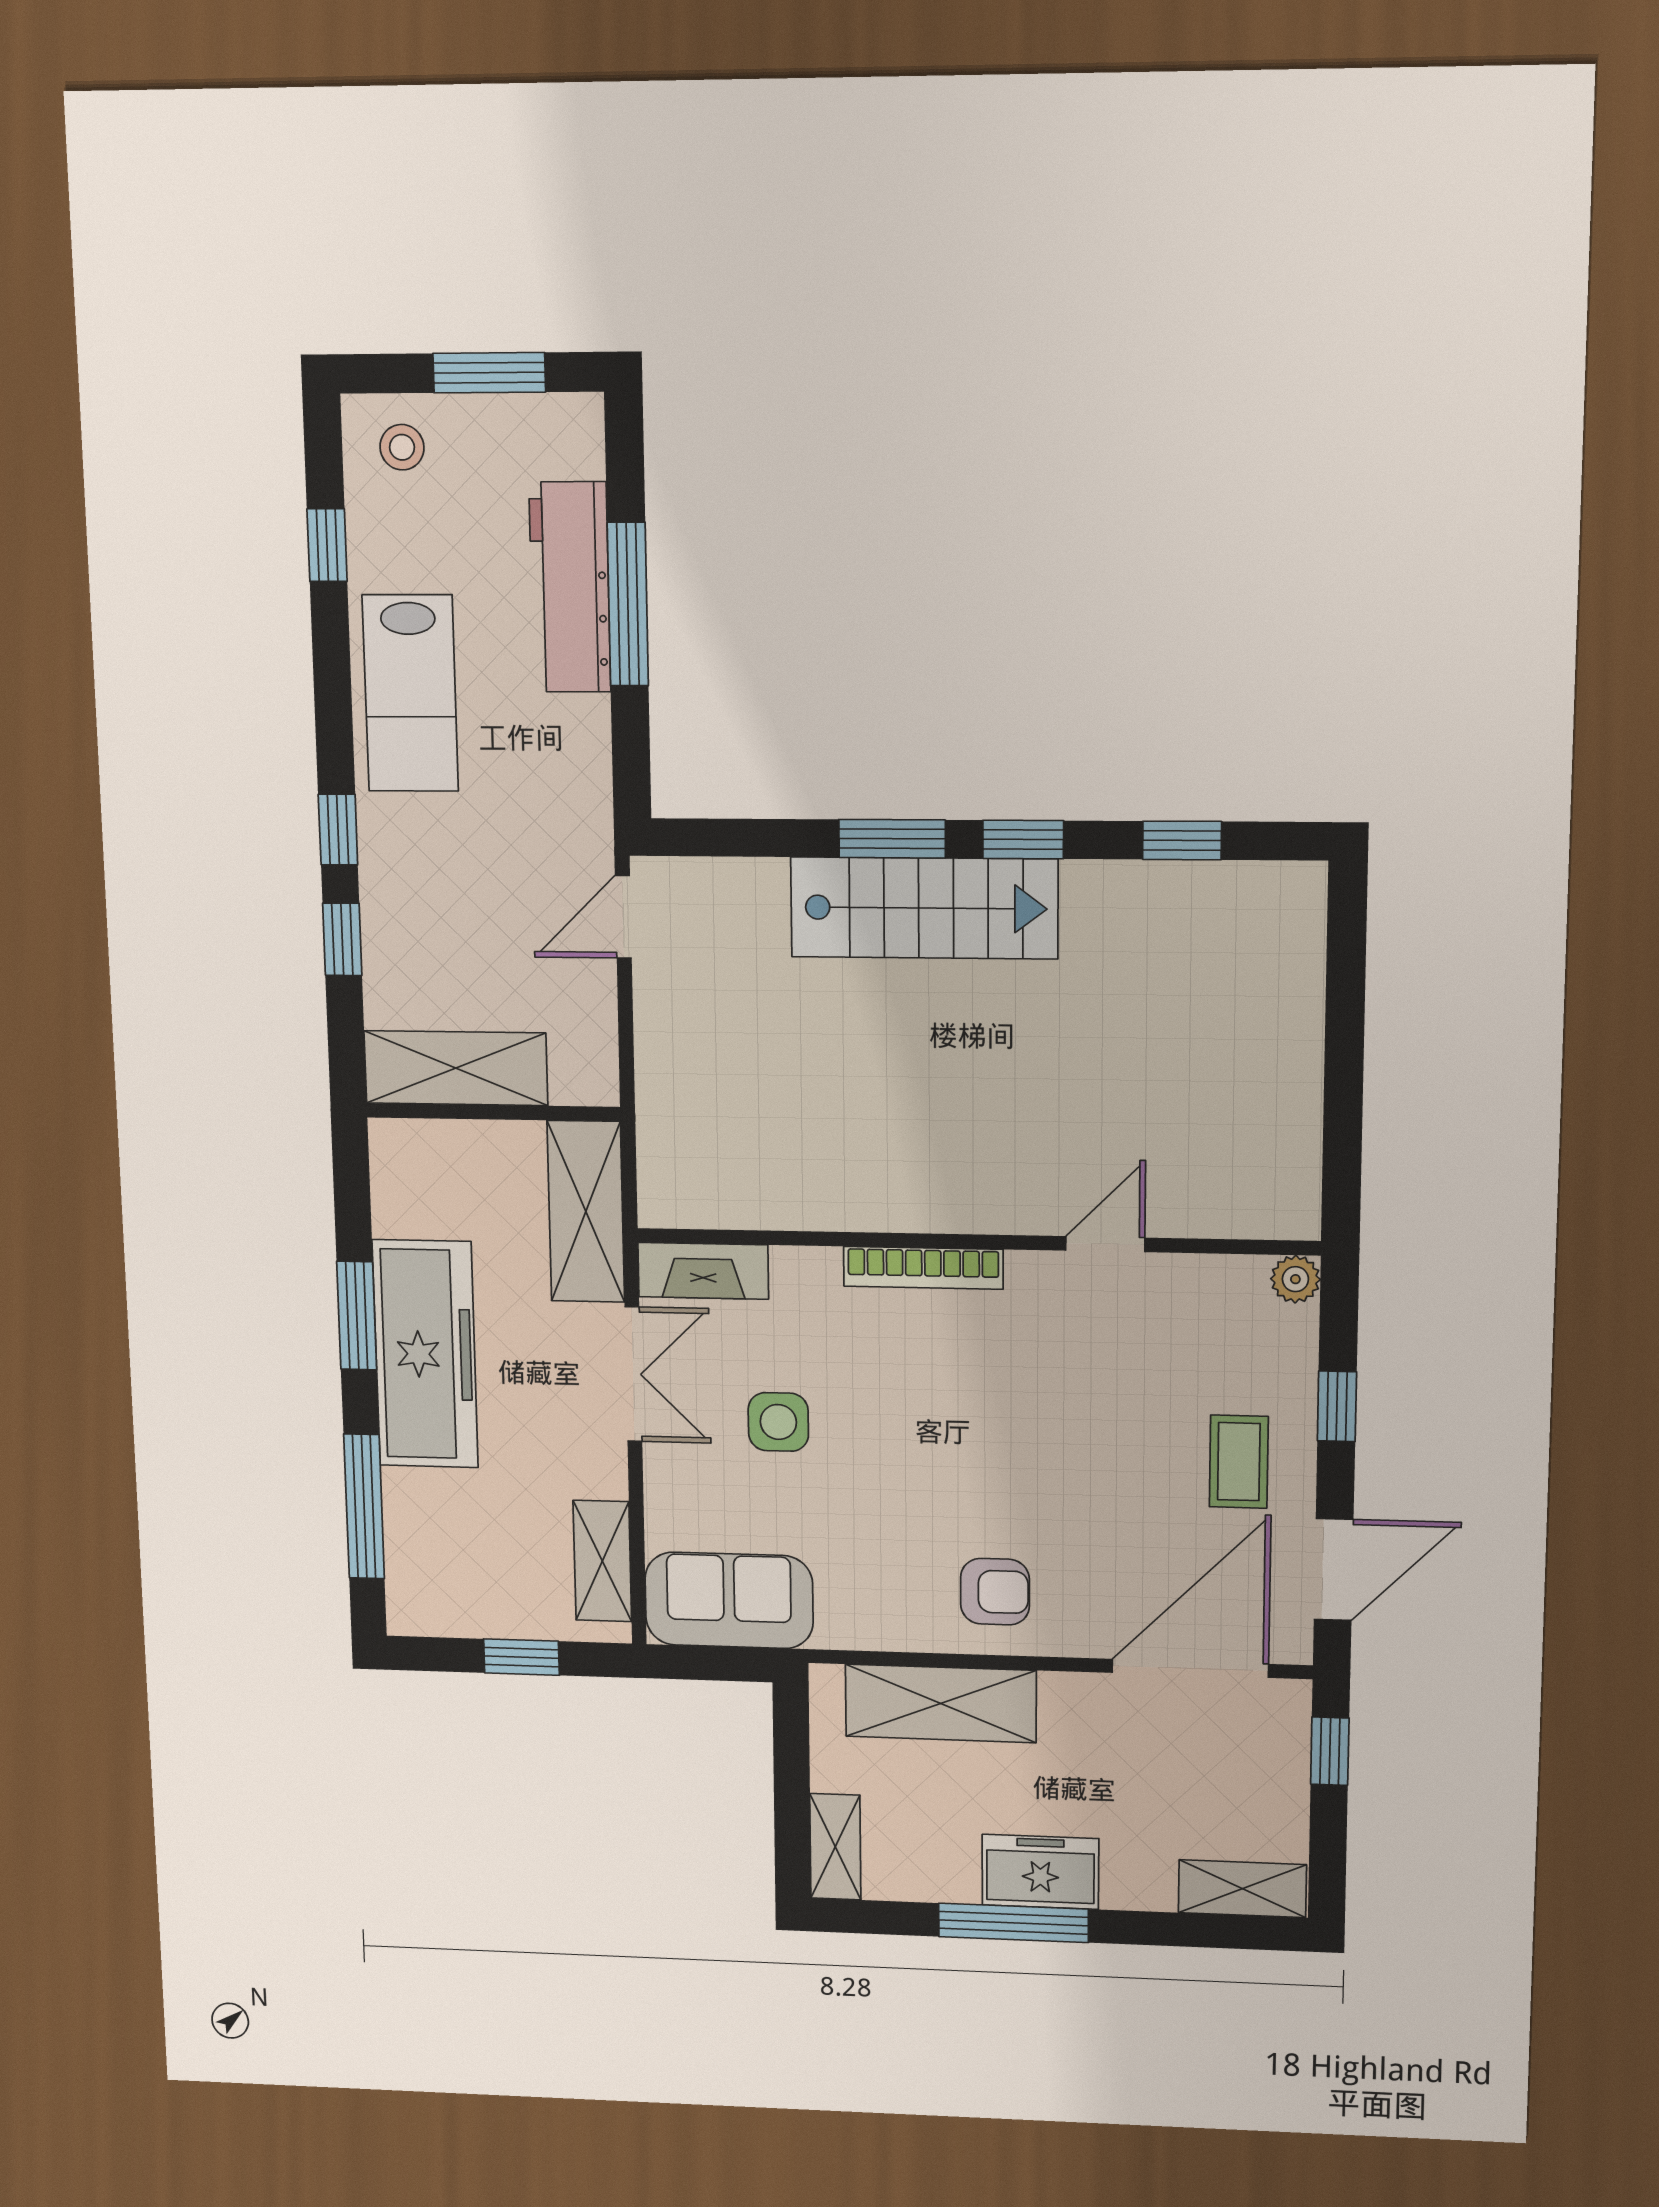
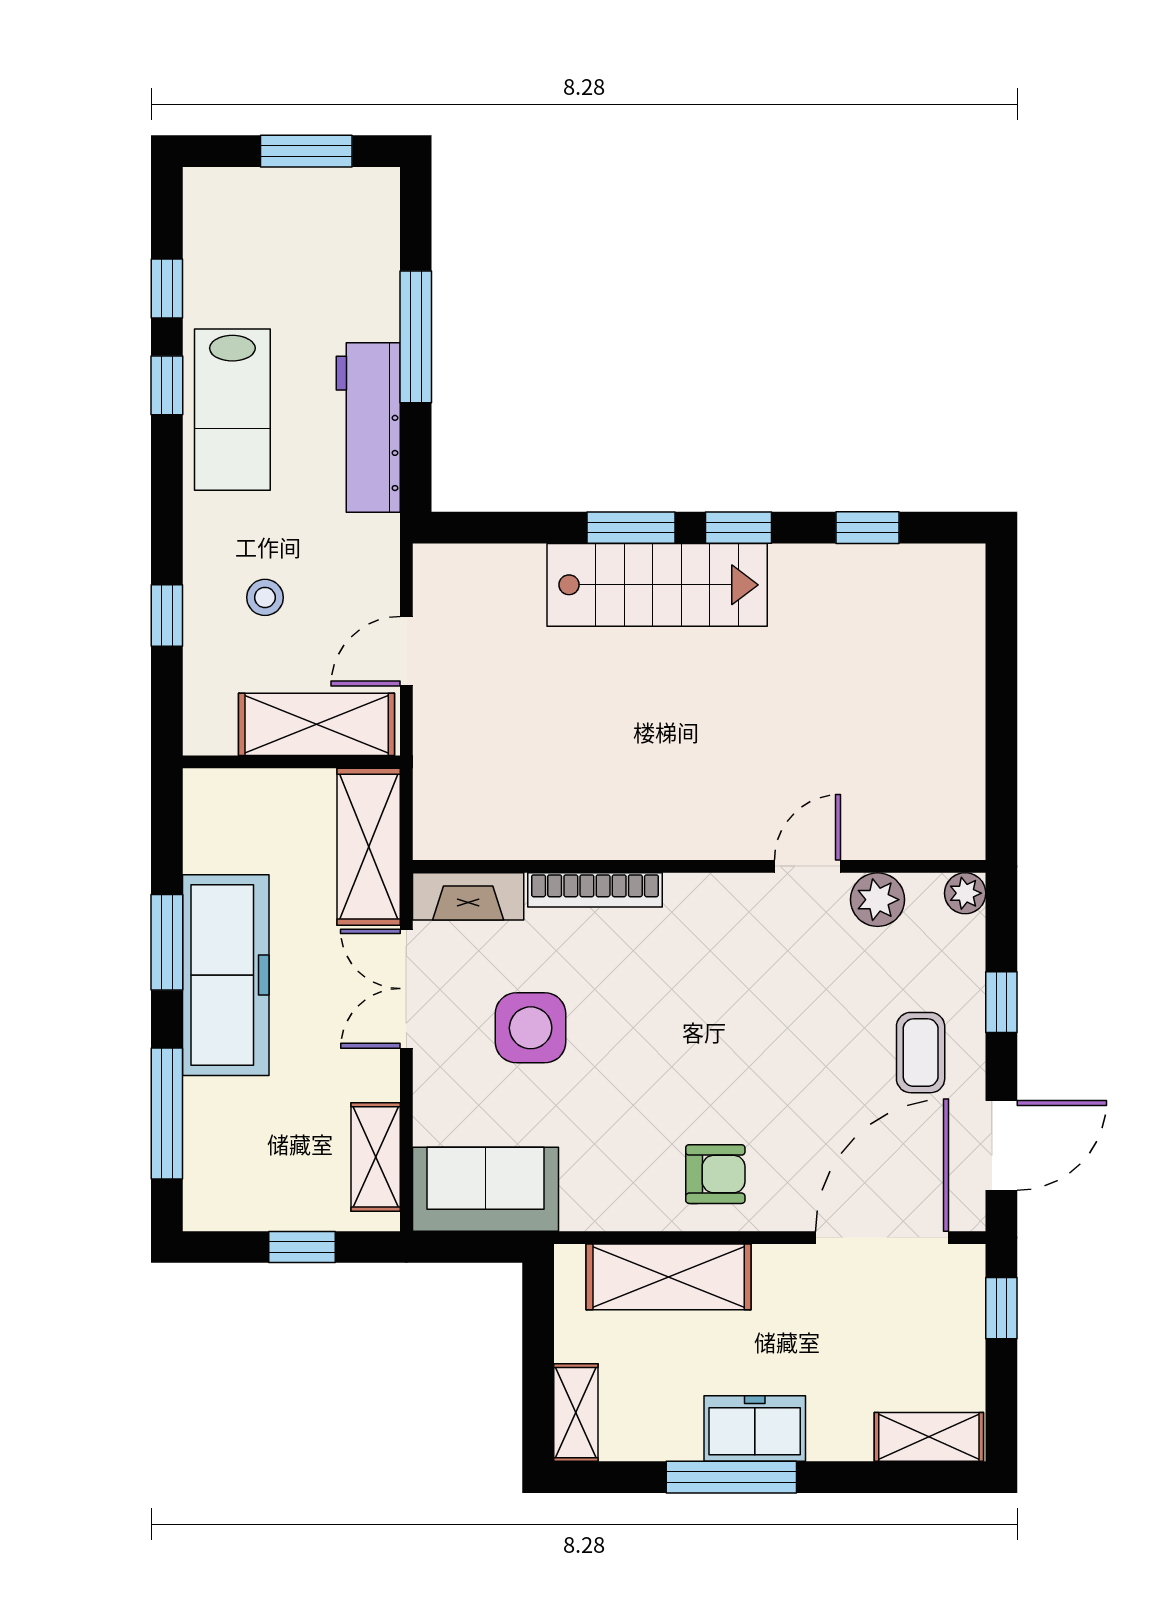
stool: (402, 447) -> (265, 597), moved
workbench: (570, 587) -> (368, 427), moved
window: (338, 830) -> (167, 385), moved
door: (623, 917) -> (406, 651), moved
shelving: (456, 1068) -> (317, 724), moved
bookcase: (923, 1268) -> (595, 890), moved
plant: (1189, 1284) -> (878, 900), added
double door: (633, 1374) -> (406, 989), swing flipped
side table: (778, 1422) -> (531, 1028), width x1.37, depth x1.37

